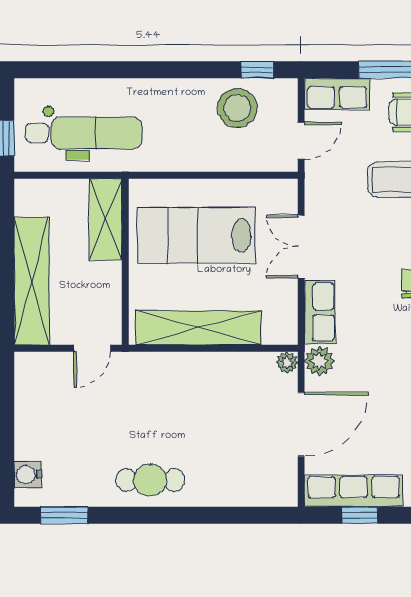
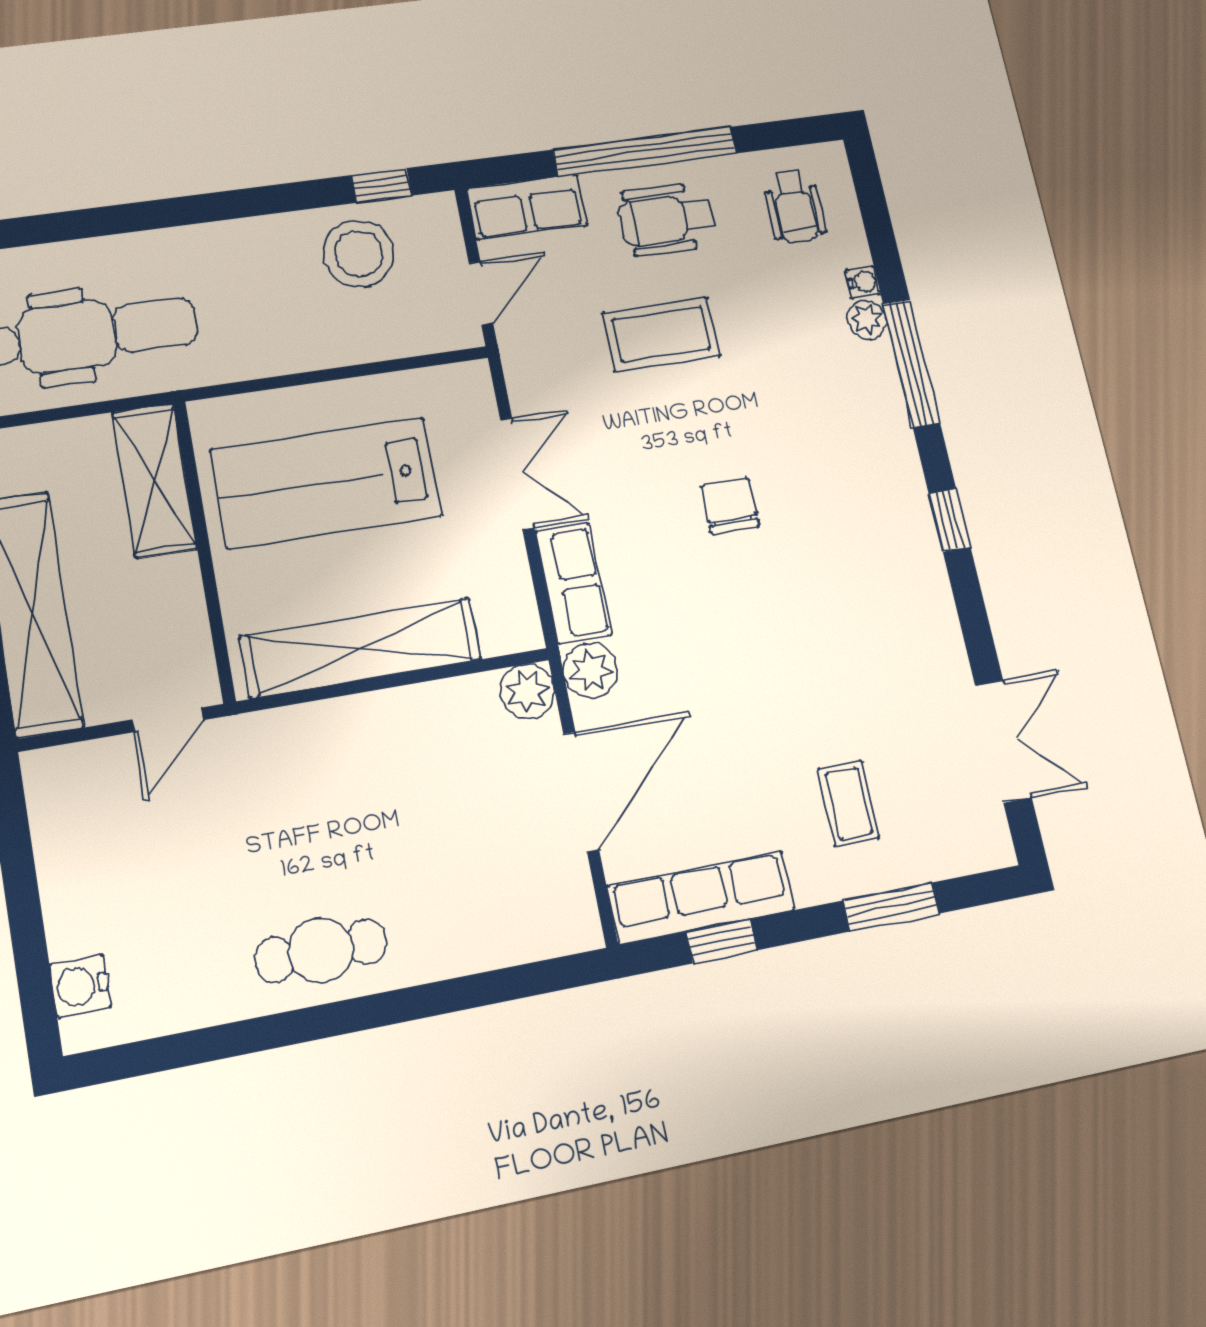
double door: (301, 247) -> (517, 474), swing flipped
plant: (287, 362) -> (527, 692), width x1.38, depth x1.38
window: (64, 515) -> (165, 1053), removed

